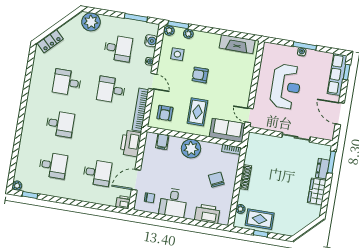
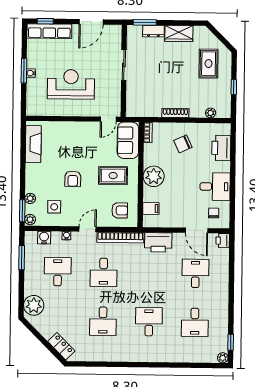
desk: (53, 165) -> (195, 322), turned 180
rug: (260, 219) -> (209, 64), moved

